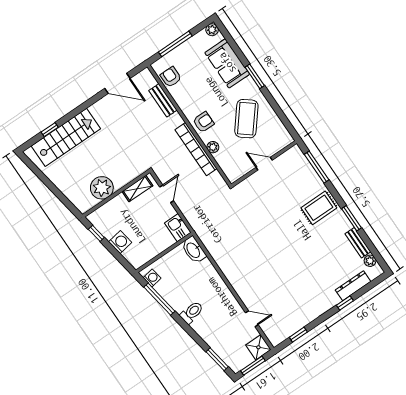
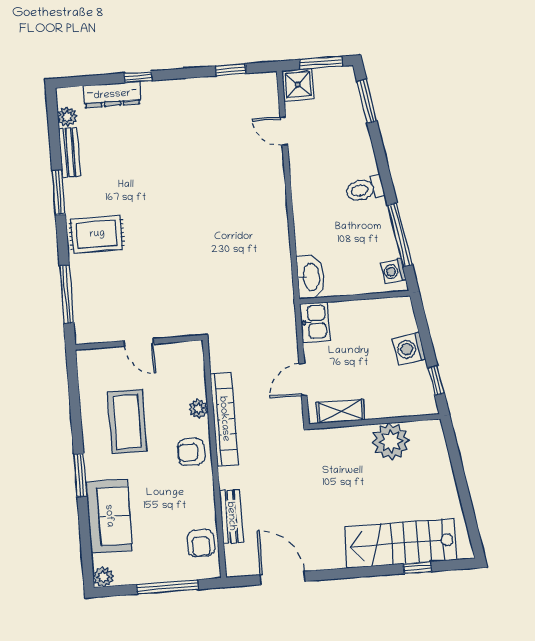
coffee table: (246, 119) -> (127, 422), turned -39

